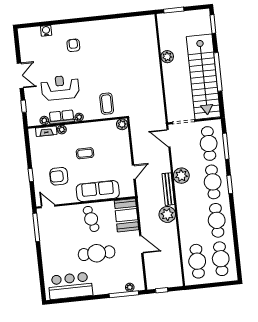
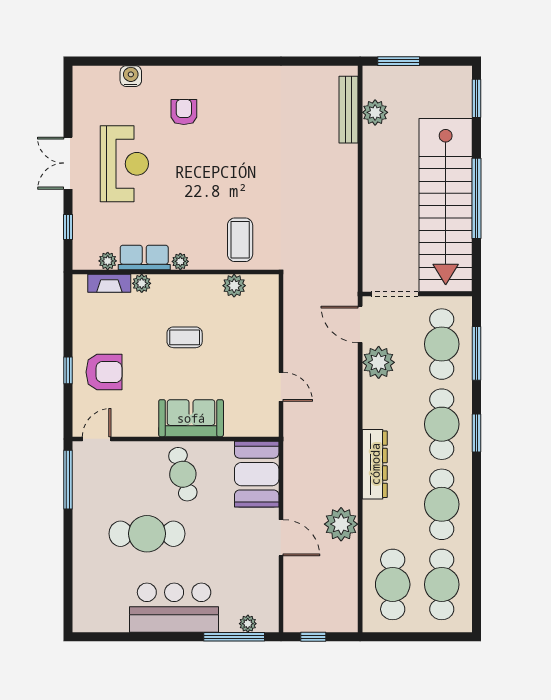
plant: (167, 57) -> (375, 112), moved
double door: (20, 76) -> (68, 163), swing flipped
reception desk: (60, 88) -> (124, 164), moved, turned 90
plant: (122, 124) -> (234, 286), moved
door: (134, 172) -> (281, 387), hinge flipped
armchair: (59, 176) -> (104, 372), moved, turned 180
plant: (181, 176) -> (379, 362), moved
bench: (168, 189) -> (349, 110), moved
sofa: (98, 191) -> (191, 418), width x0.73
dresser: (183, 204) -> (375, 464), added
door: (48, 206) -> (97, 439), hinge flipped
plant: (167, 214) -> (341, 524), moved
cafe table: (97, 253) -> (147, 534), moved
bar counter: (70, 286) -> (174, 608), moved

